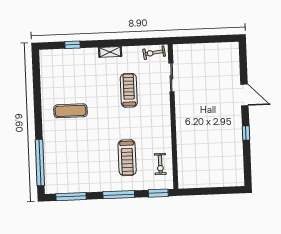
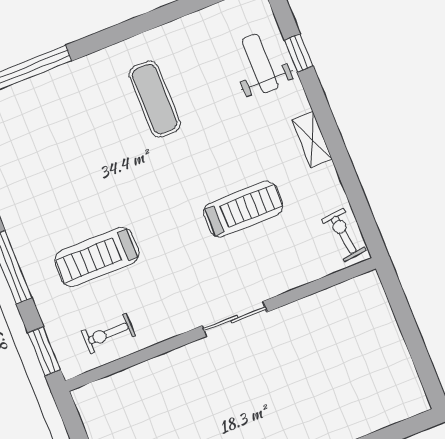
weight bench: (71, 62) -> (260, 63), added
sliding door: (171, 77) -> (235, 319), moved

